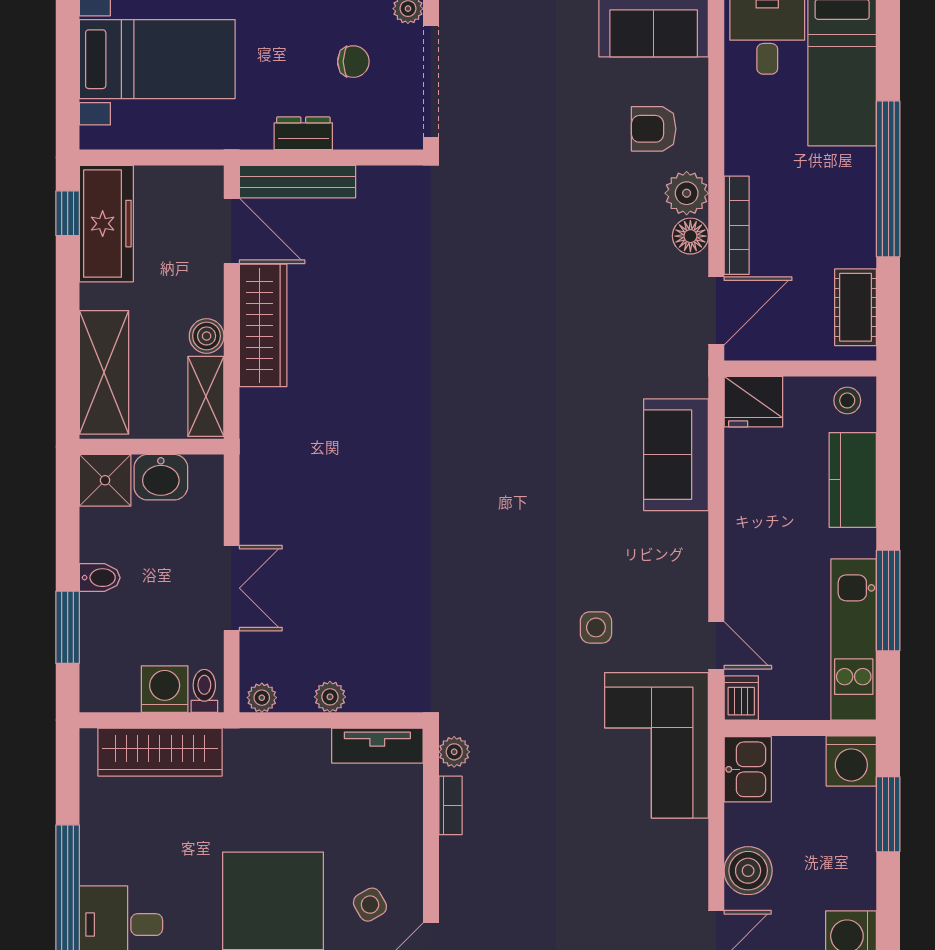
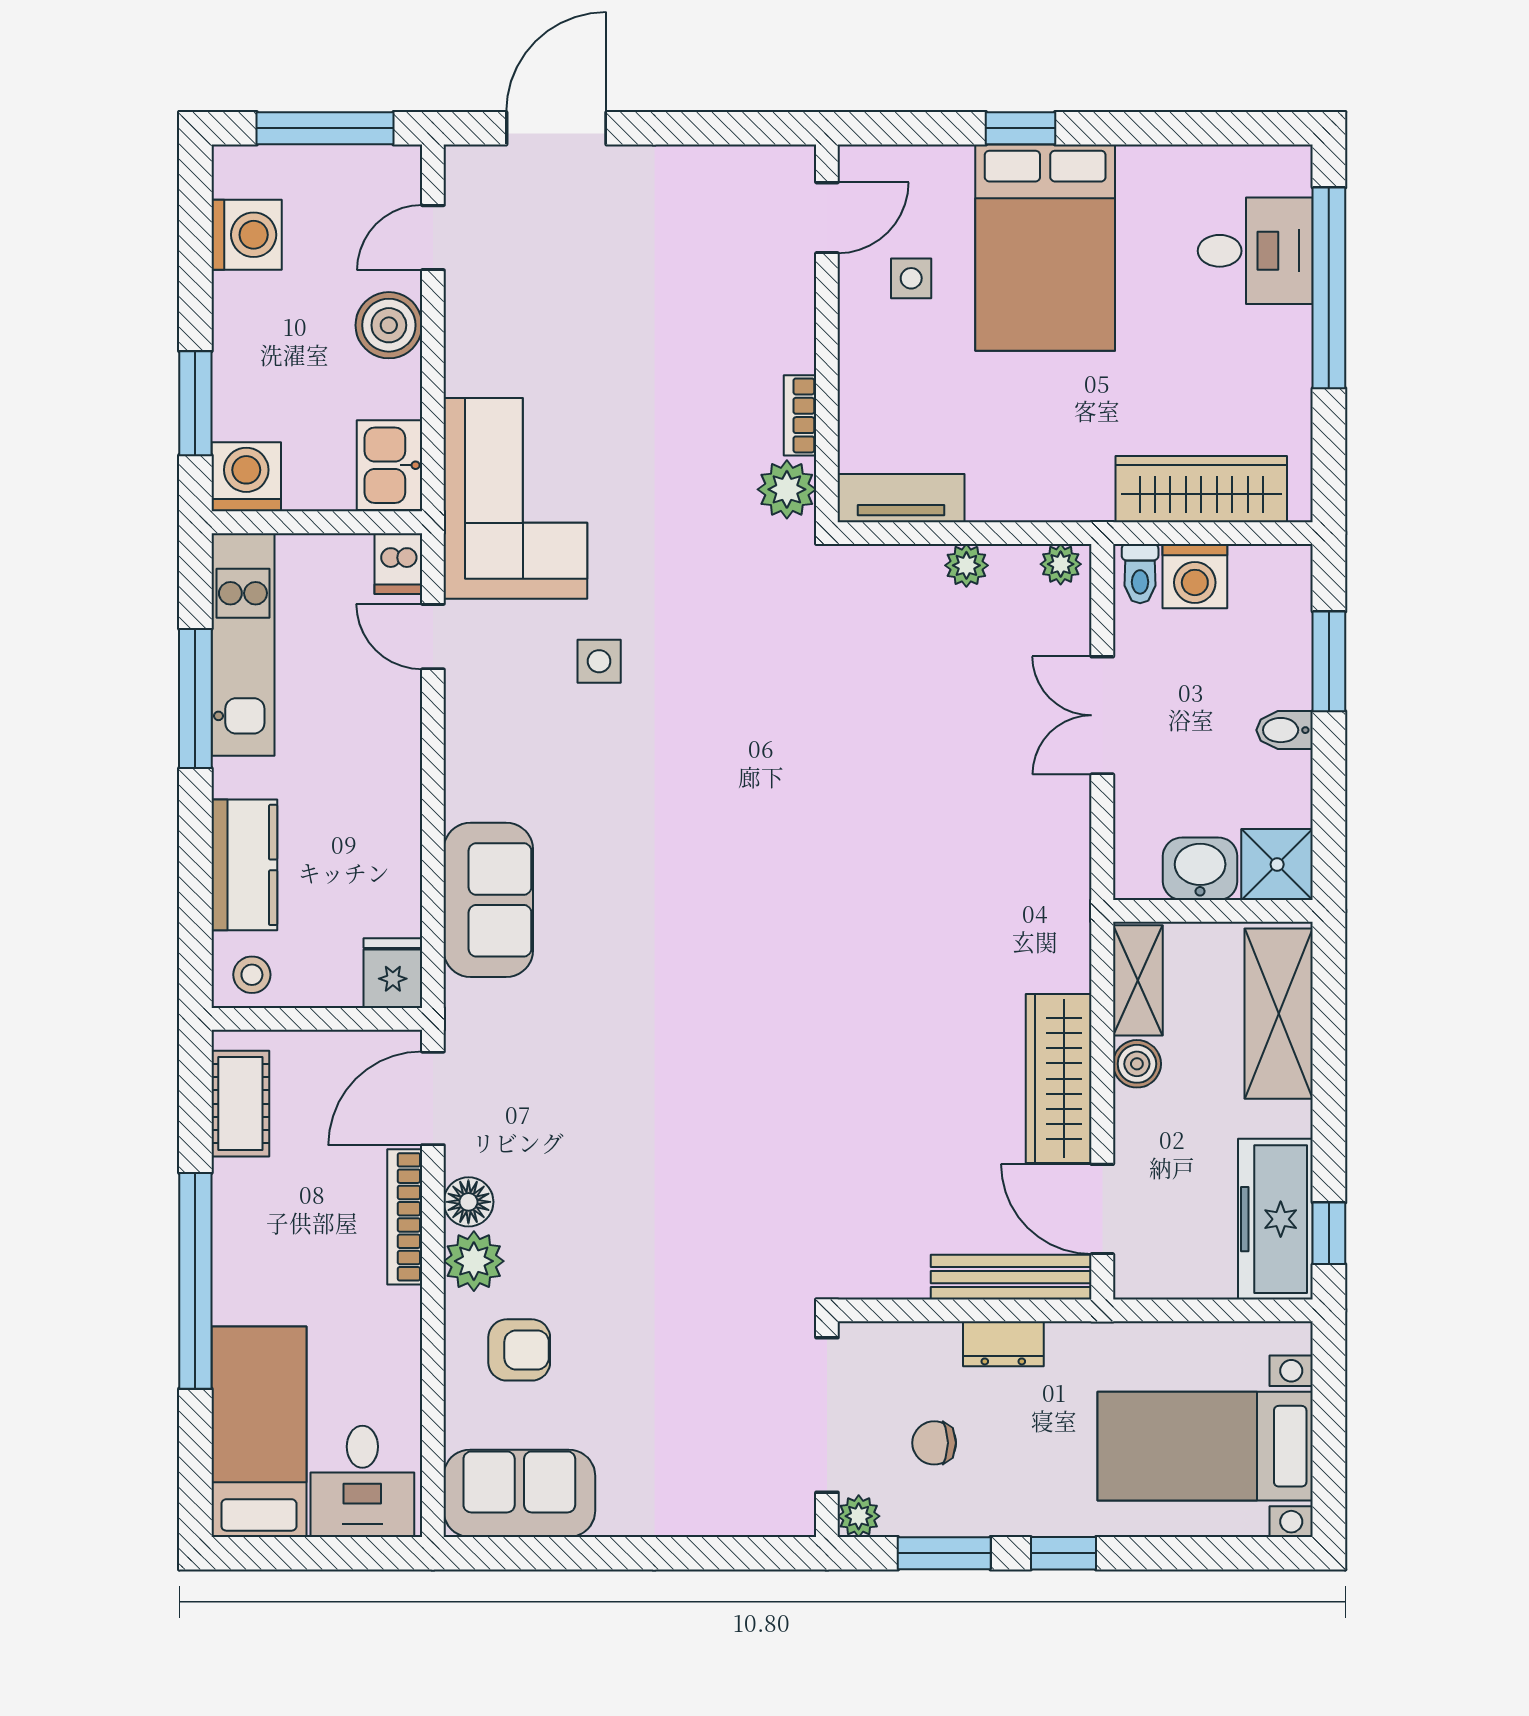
fridge: (753, 402) -> (393, 973), width x0.72
plant: (454, 752) -> (787, 489), width x1.38, depth x1.38
side table: (370, 905) -> (911, 278), turned 30

